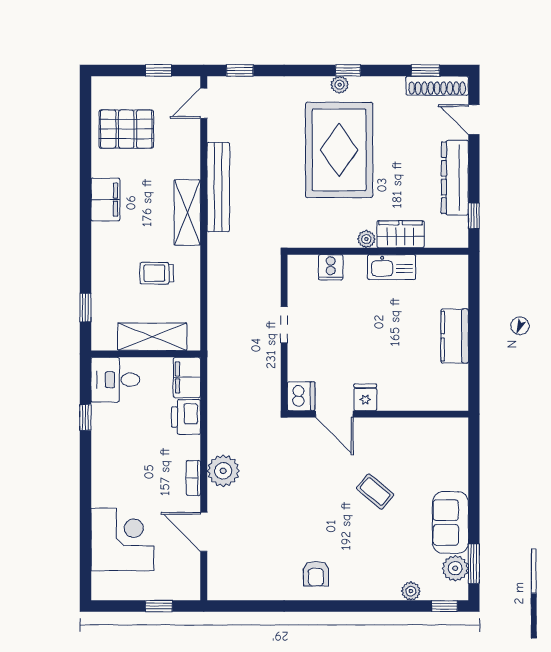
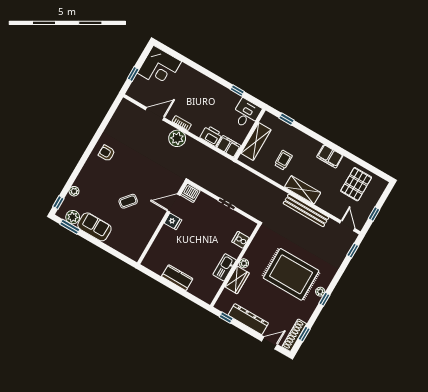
corner desk: (122, 539) -> (159, 67), moved

